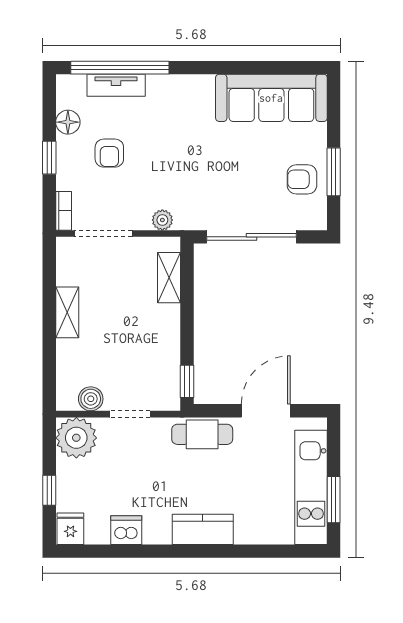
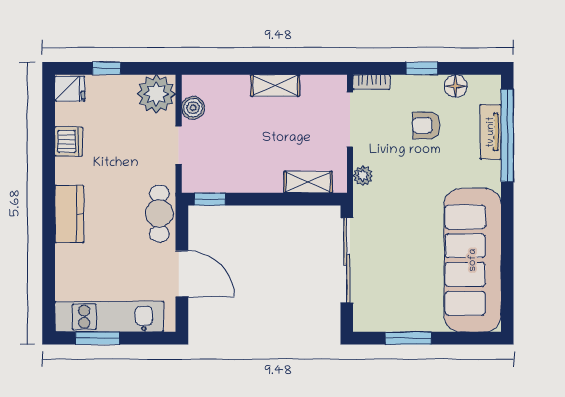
sofa: (271, 98) -> (473, 260), width x1.36, depth x1.27
armchair: (302, 179) -> (401, 308), removed

